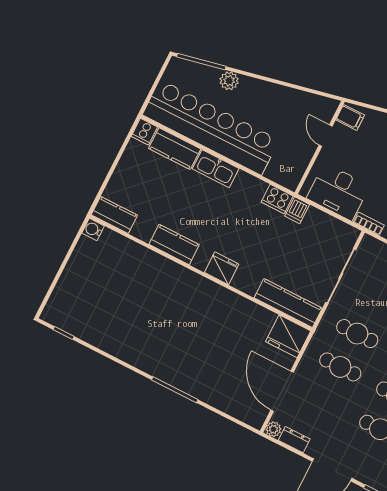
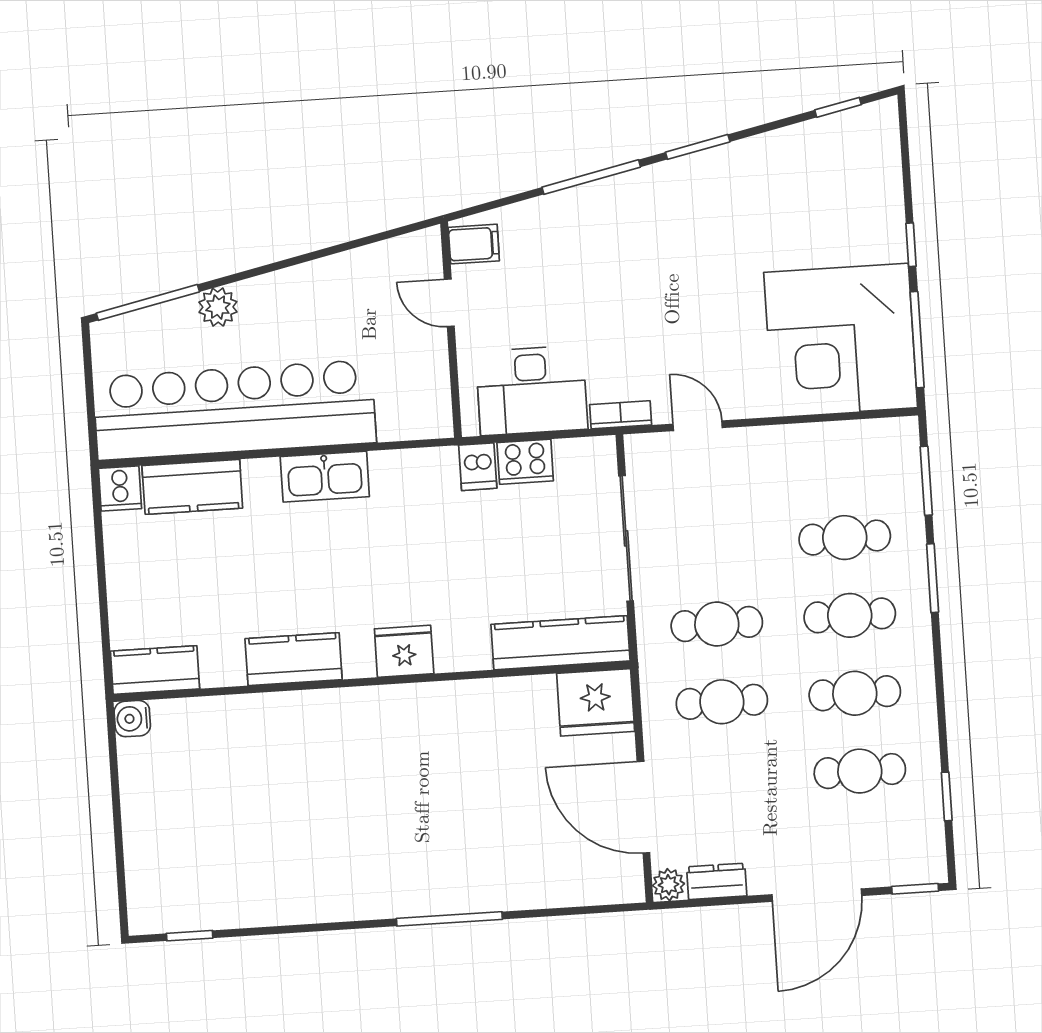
kitchen sink: (216, 169) -> (325, 477), moved
cooker: (277, 199) -> (525, 462), moved

